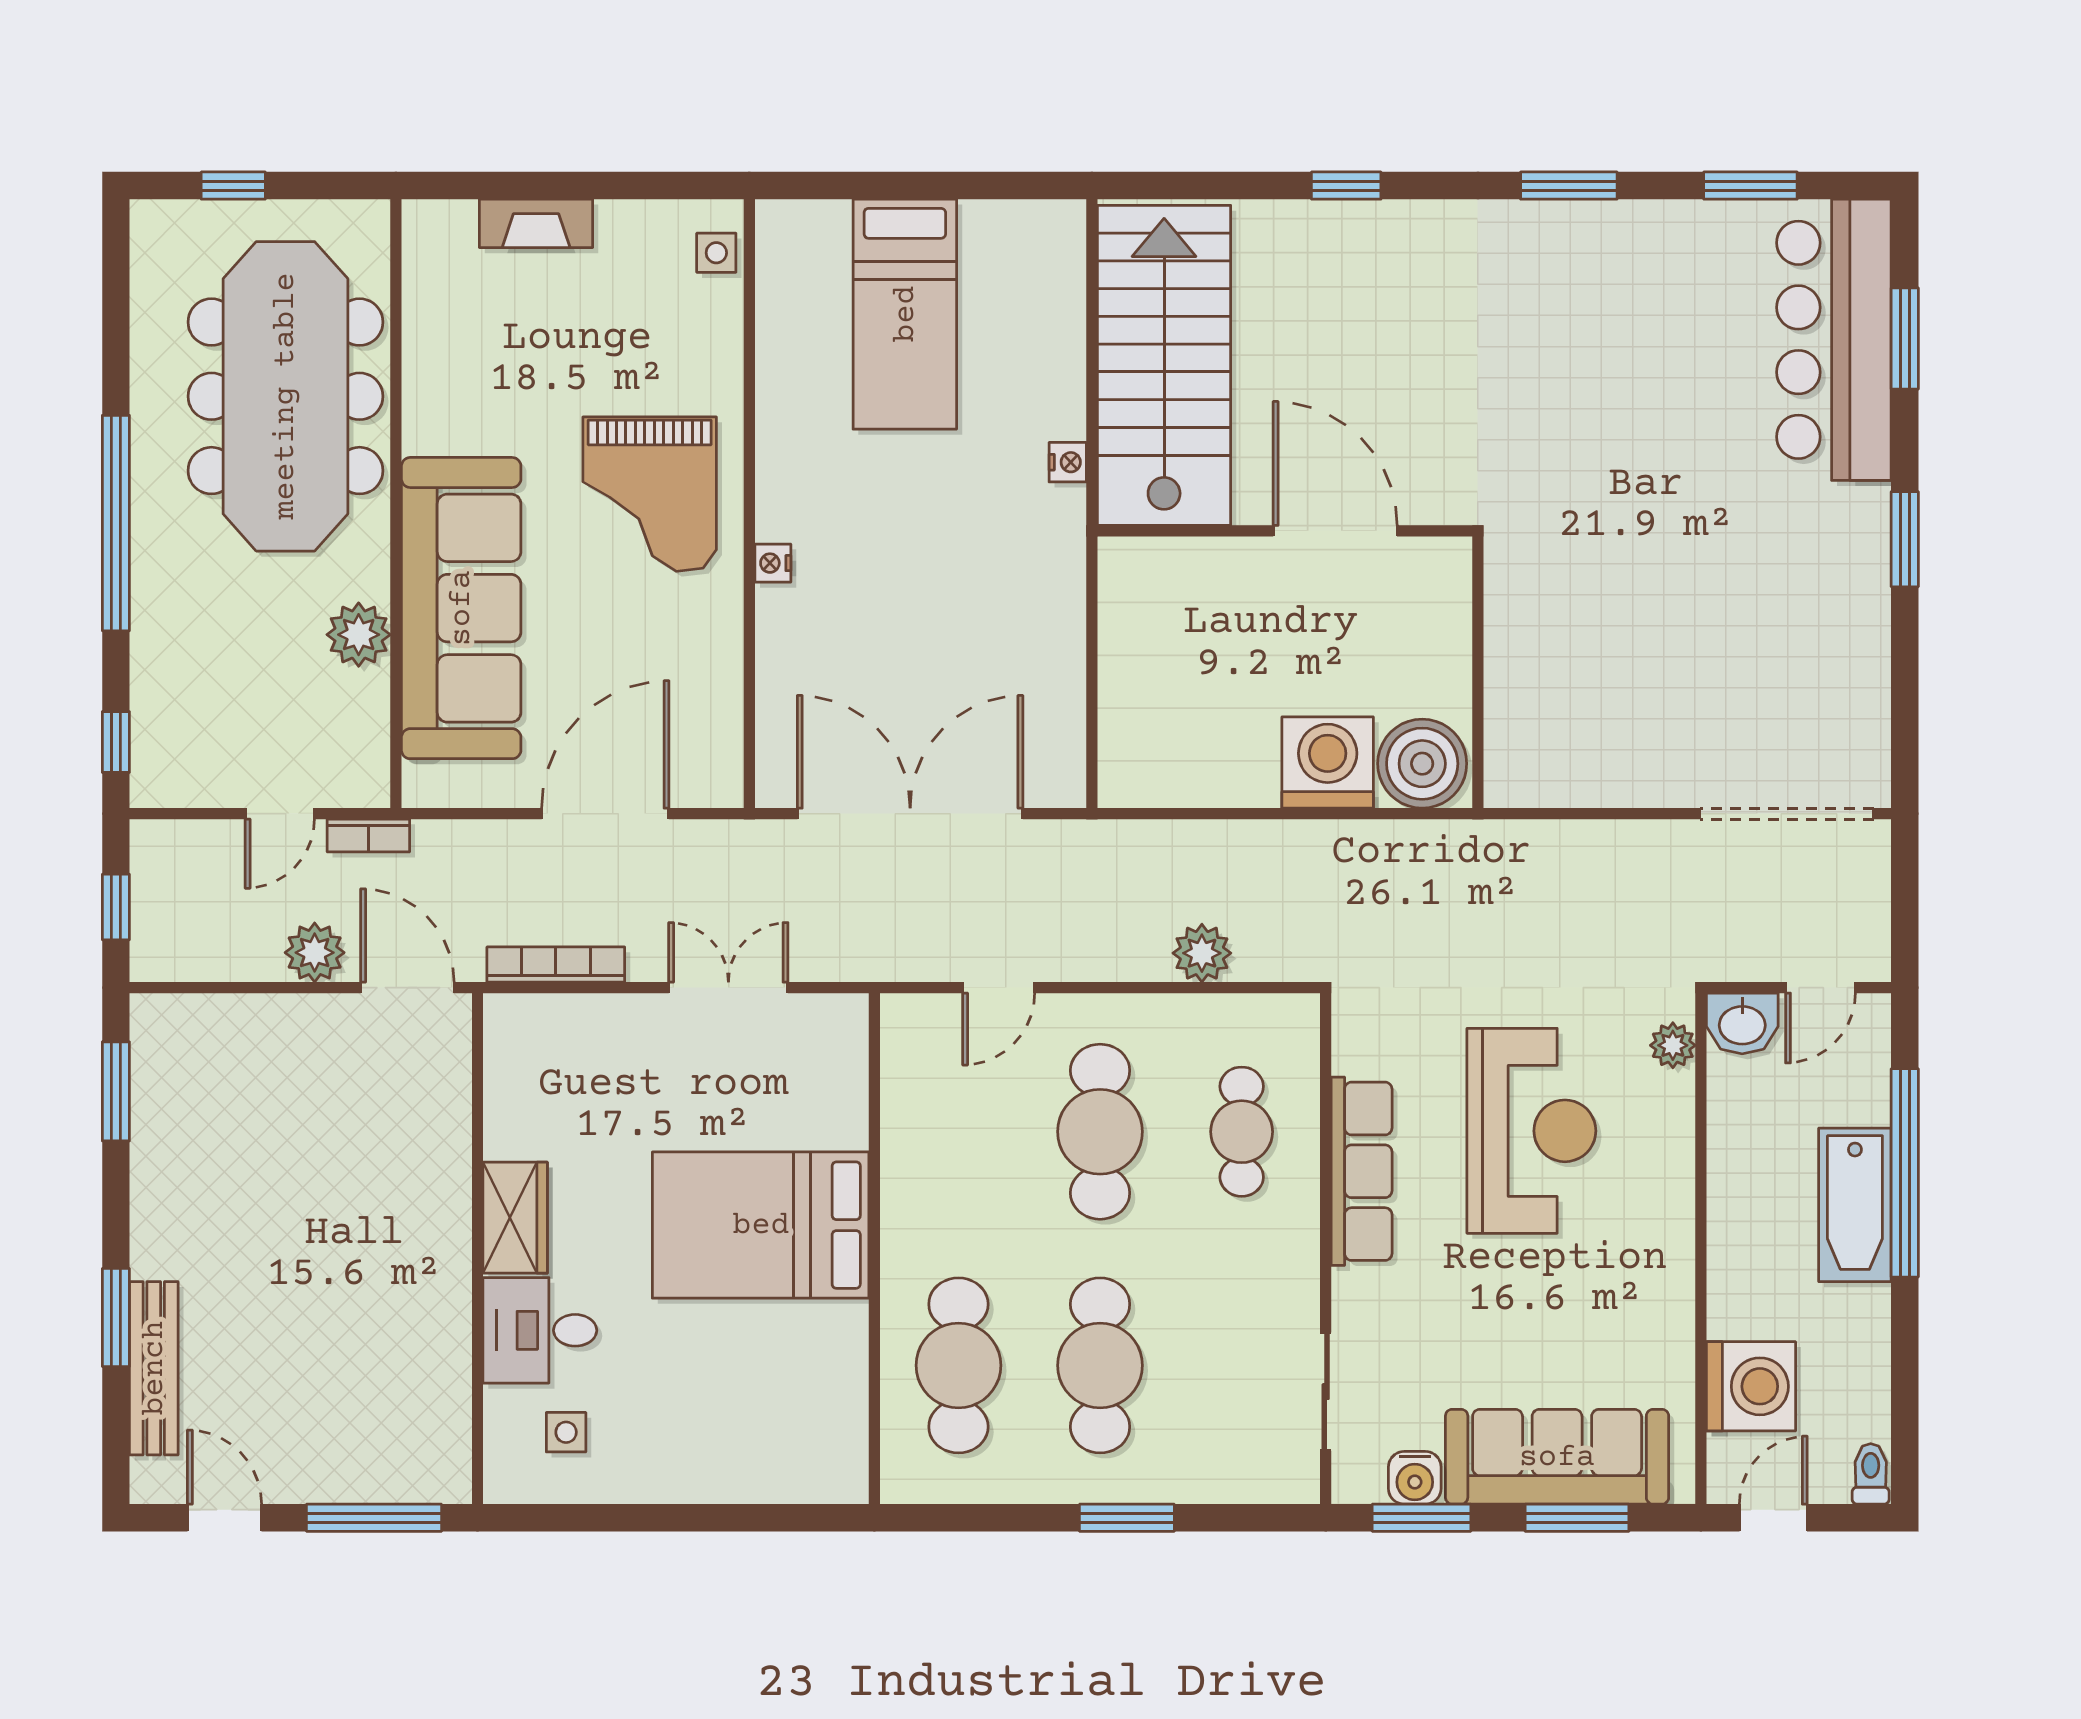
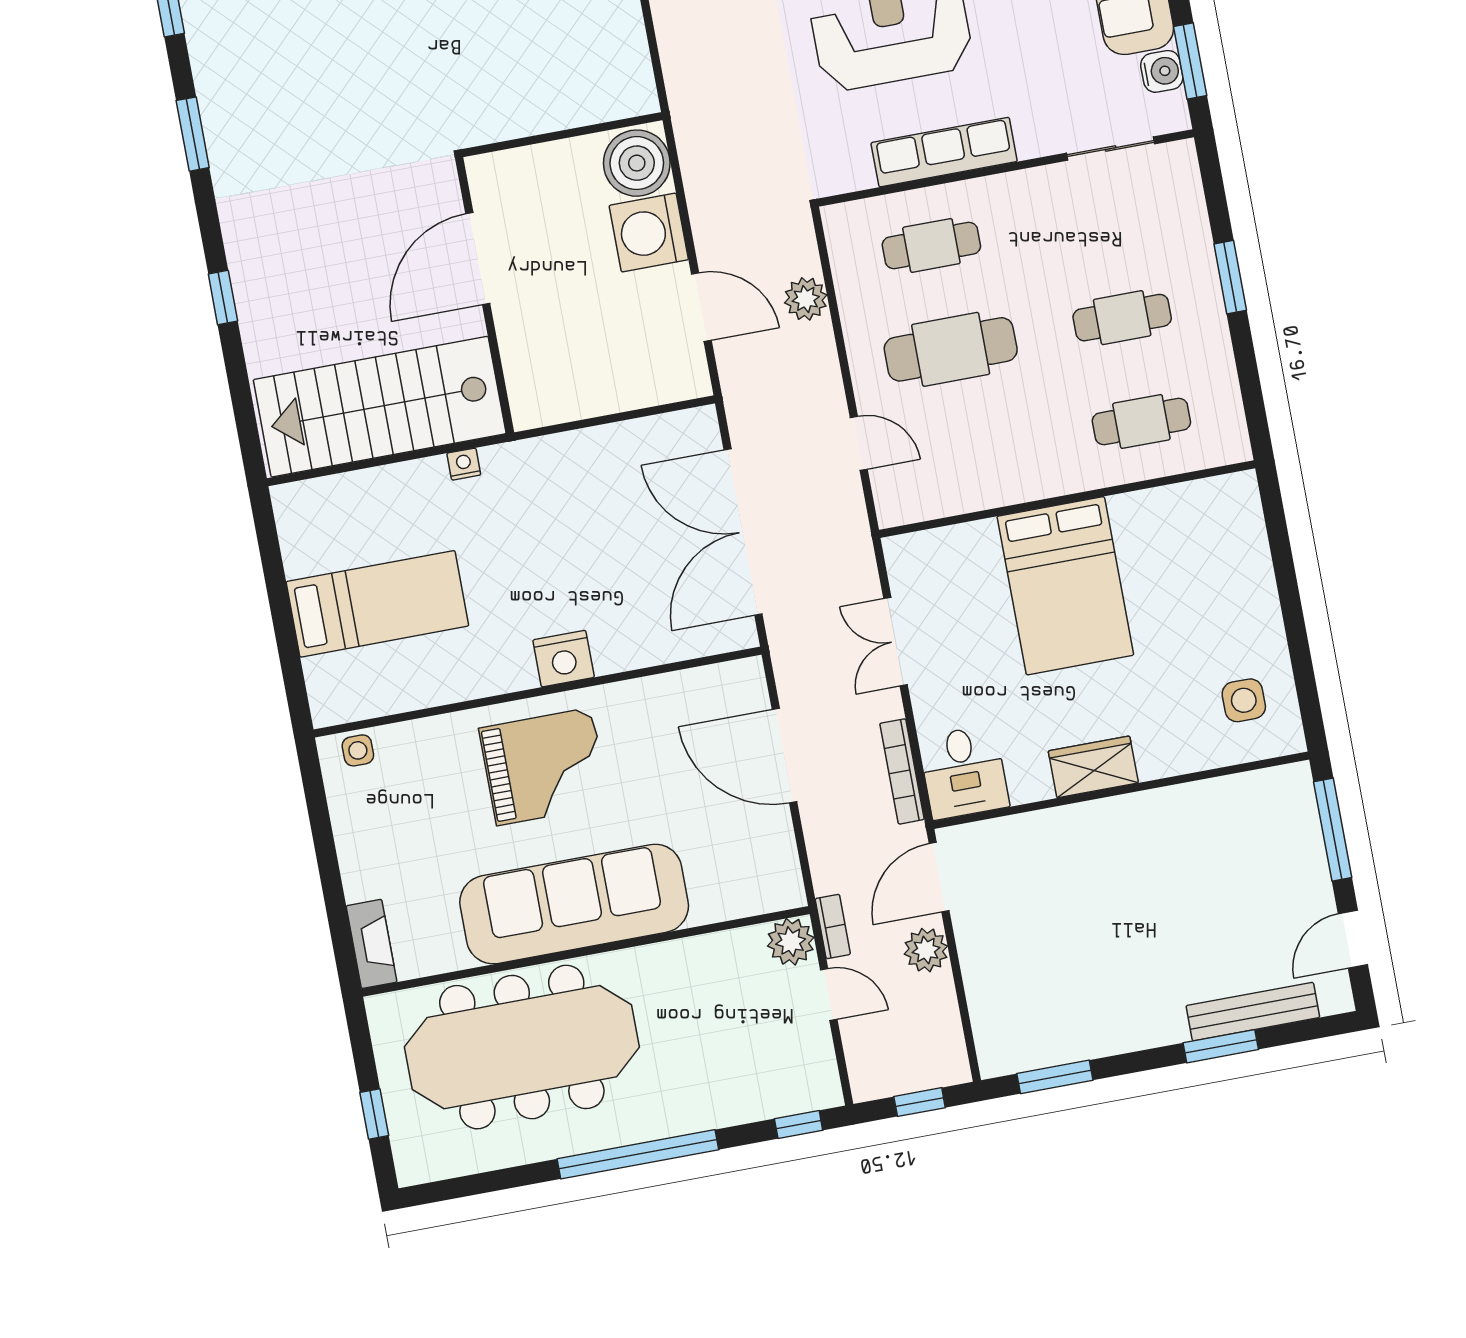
fireplace: (536, 223) -> (371, 944), moved
nightstand: (773, 563) -> (564, 659), width x1.89, depth x1.79
sofa: (461, 608) -> (574, 904), moved
plant: (359, 635) -> (791, 942), moved
door: (1217, 814) -> (701, 307), added
desk: (540, 1330) -> (964, 772), moved
cafe table: (958, 1365) -> (1141, 421), width x0.73, depth x0.74
cafe table: (1100, 1365) -> (1122, 318), width x0.73, depth x0.74
side table: (566, 1432) -> (1244, 700), width x1.37, depth x1.37

